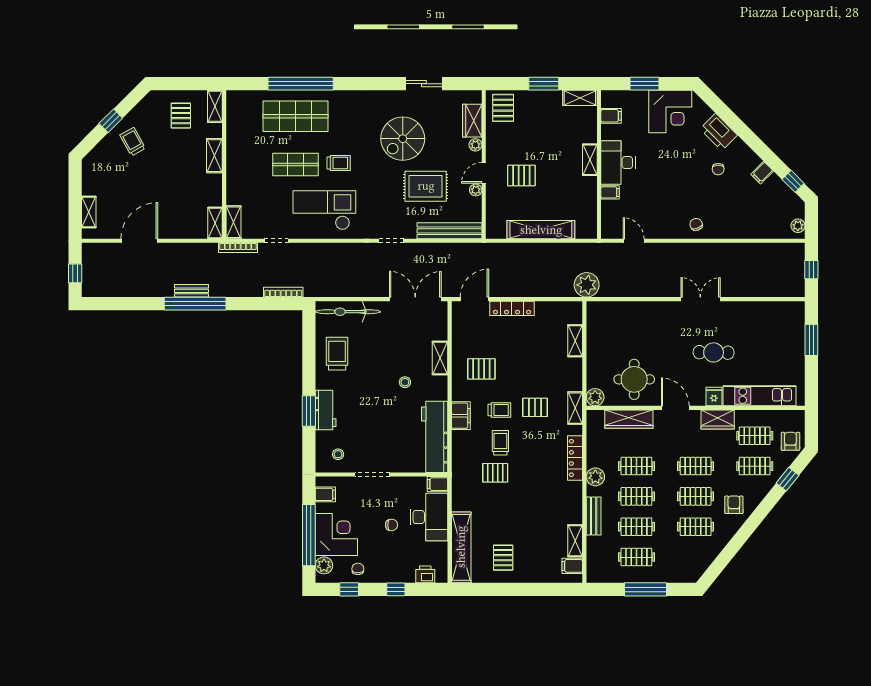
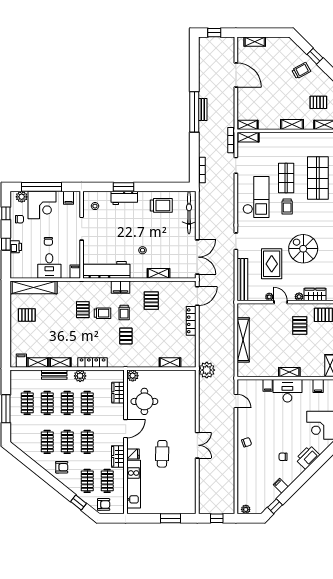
pallet: (521, 175) -> (300, 325), moved
door: (634, 241) -> (236, 401), hinge flipped
door: (474, 299) -> (197, 296), hinge flipped
shelving: (575, 408) -> (60, 362), moved
wardrobe: (629, 419) -> (118, 393), width x0.67
desk: (429, 517) -> (49, 266), width x0.73
printer: (425, 574) -> (16, 247), moved

